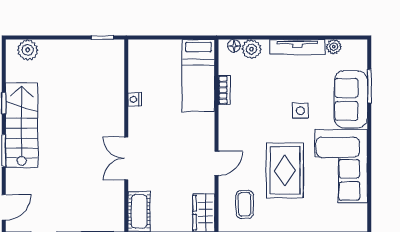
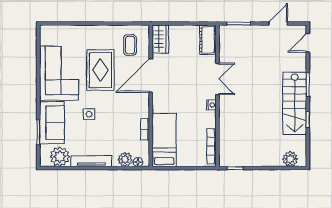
plant: (334, 47) -> (60, 157), width x1.88, depth x1.88
bookcase: (134, 67) -> (212, 146), added
nightstand: (134, 99) -> (211, 105), moved
door: (217, 163) -> (151, 75), width x1.87

